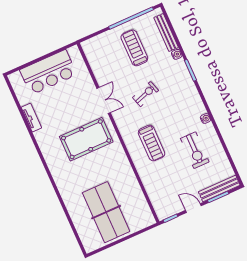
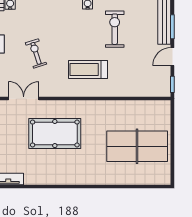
pool table: (86, 139) -> (55, 134), turned 90
treadmill: (152, 143) -> (88, 69), turned 180
exercise bike: (195, 150) -> (115, 29), turned -90

